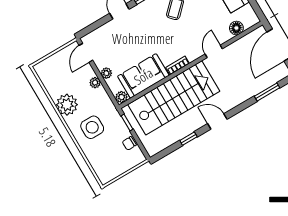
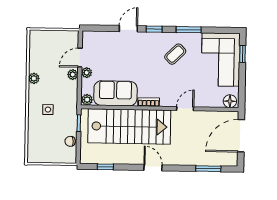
floor lamp: (236, 28) -> (230, 101), moved
door: (86, 53) -> (80, 58), moved
plant: (67, 105) -> (34, 78), width x0.53, depth x0.53
side table: (92, 127) -> (48, 110), width x0.54, depth x0.54
window: (188, 139) -> (105, 167), moved

